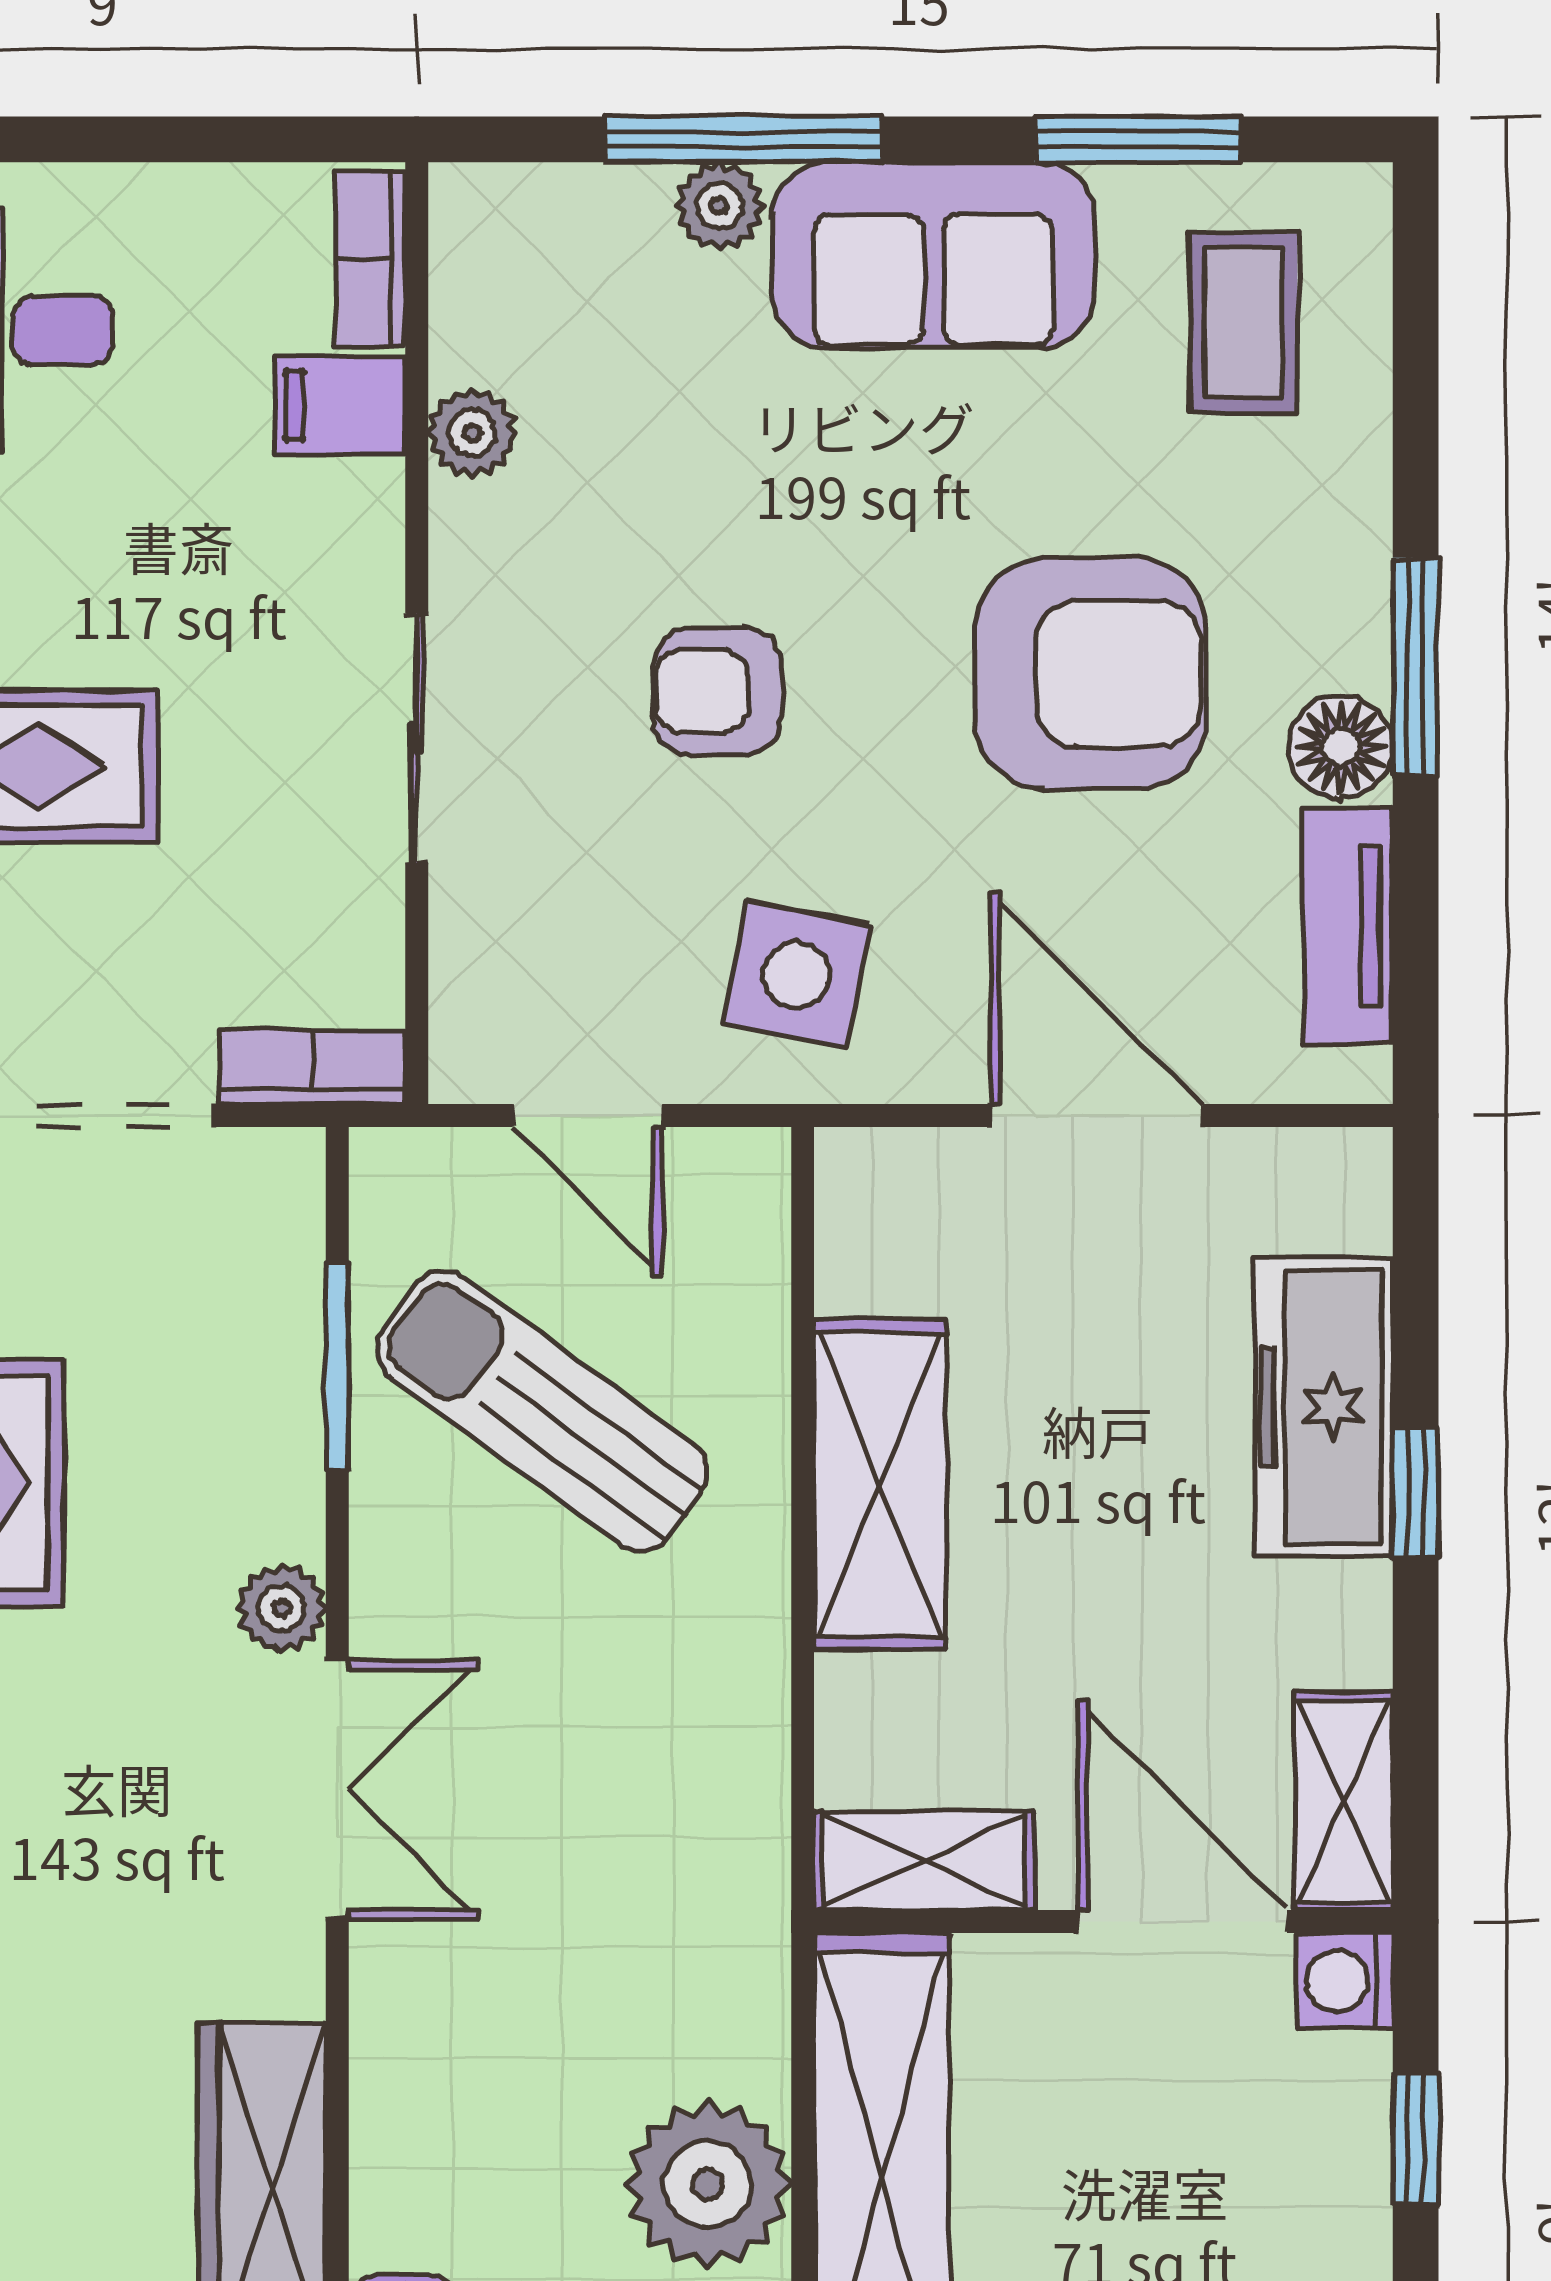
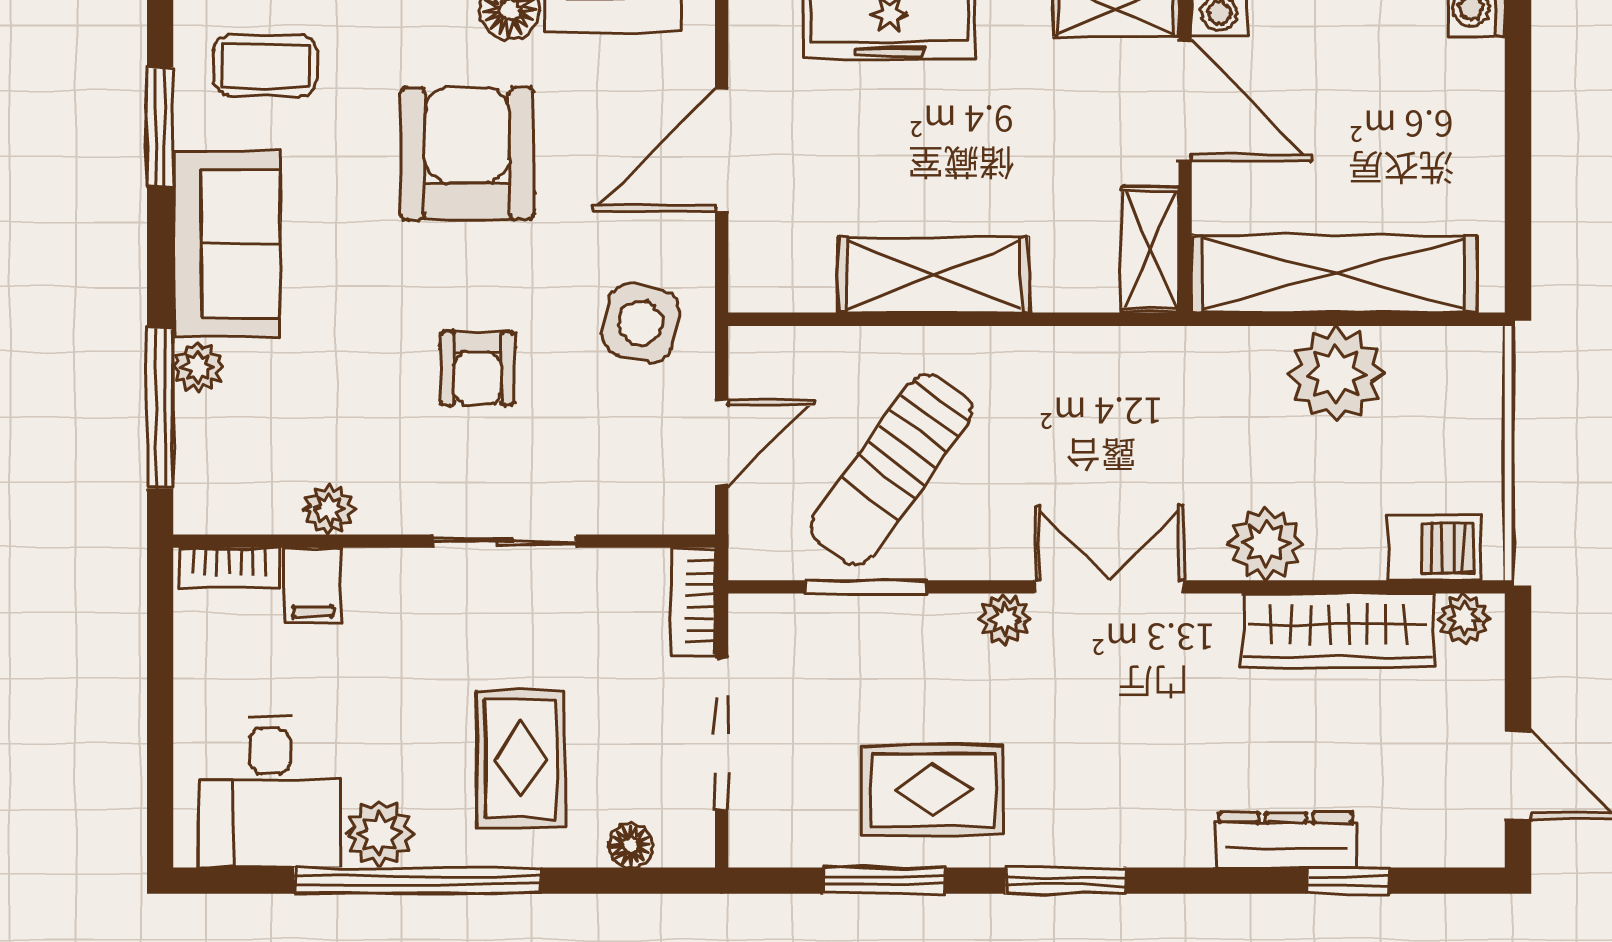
window: (743, 139) -> (160, 408), moved
door: (1183, 1921) -> (1185, 101), swing flipped
plant: (413, 2062) -> (1266, 543), added

